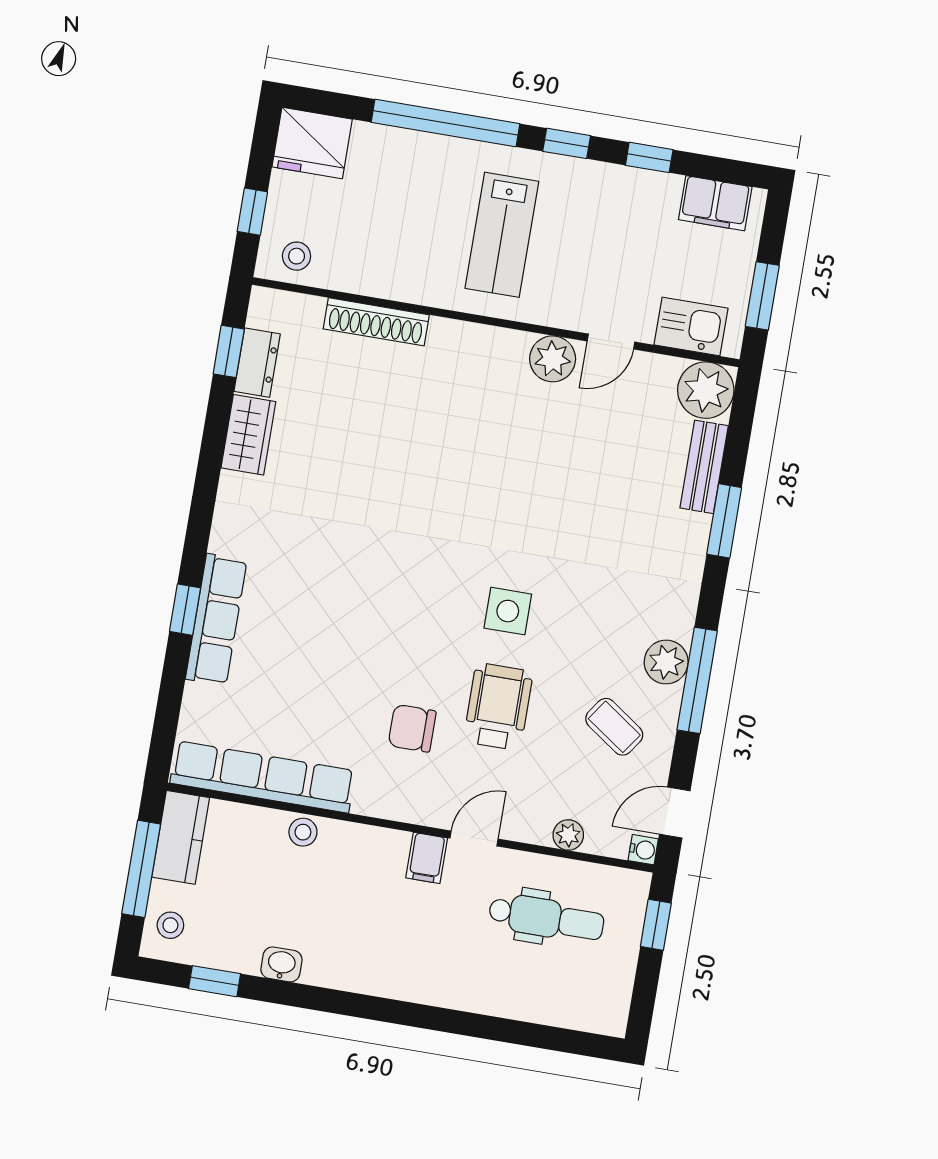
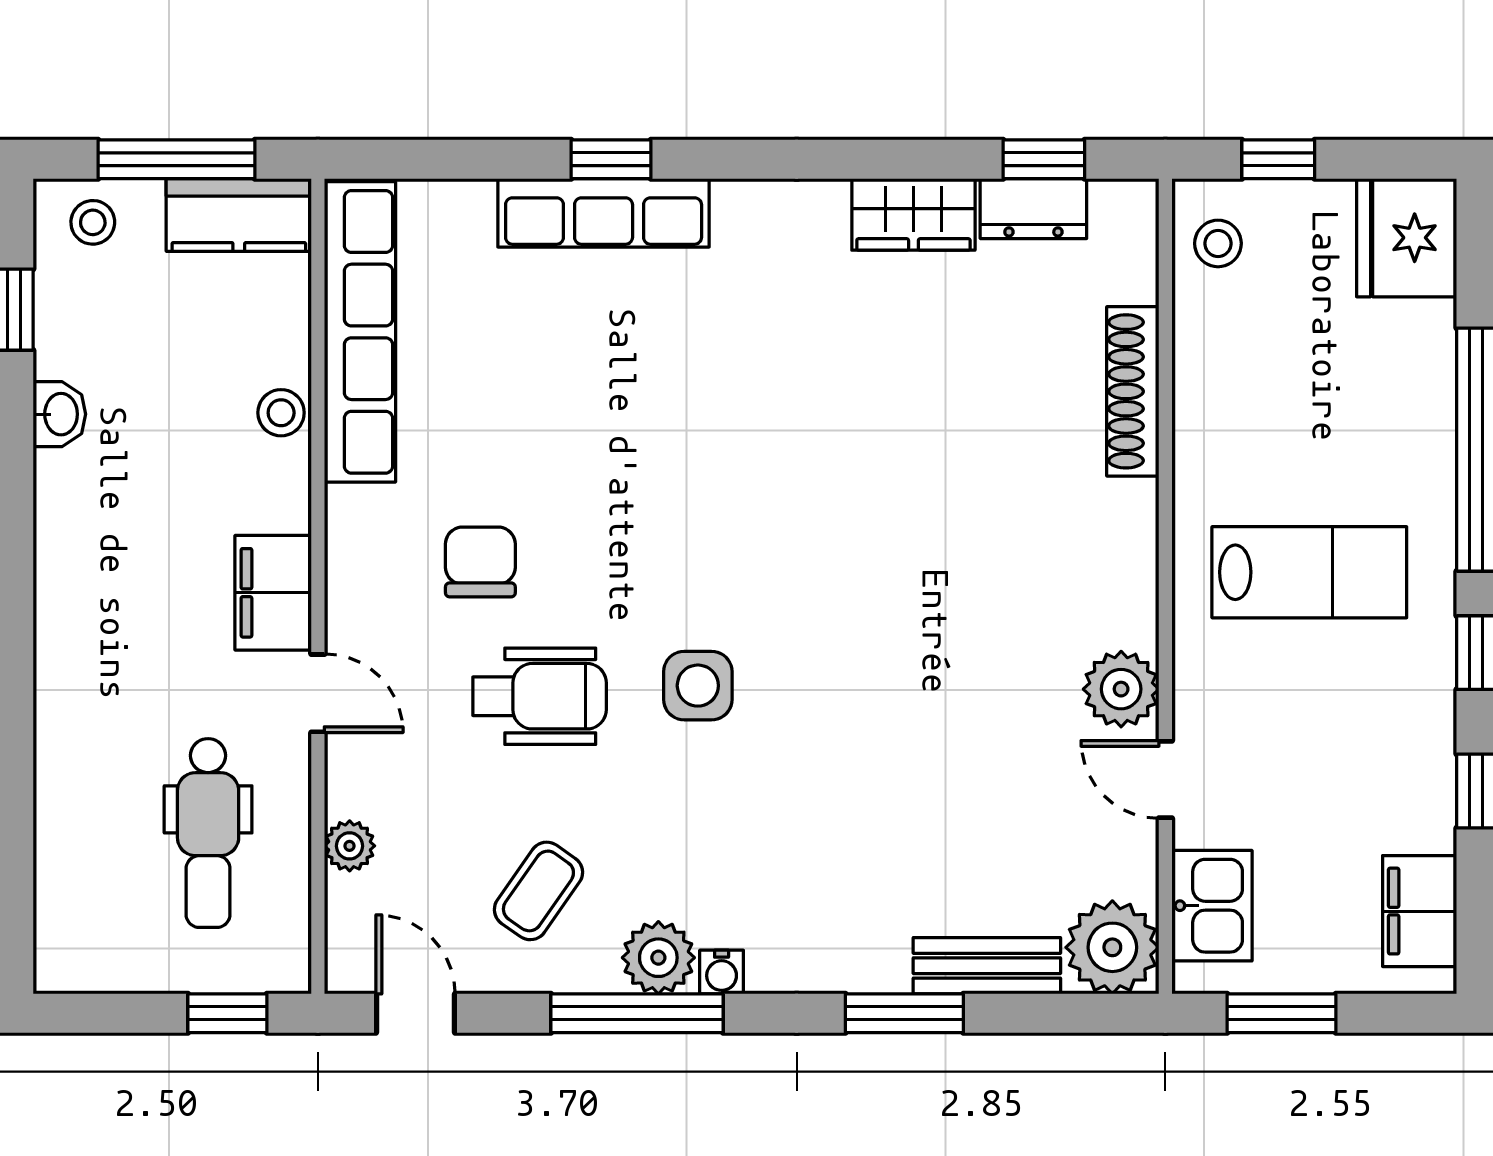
lab bench: (502, 235) -> (1309, 572), turned 180
water cooler: (643, 850) -> (722, 972), moved
filing cabinet: (427, 858) -> (273, 593), width x2.00

